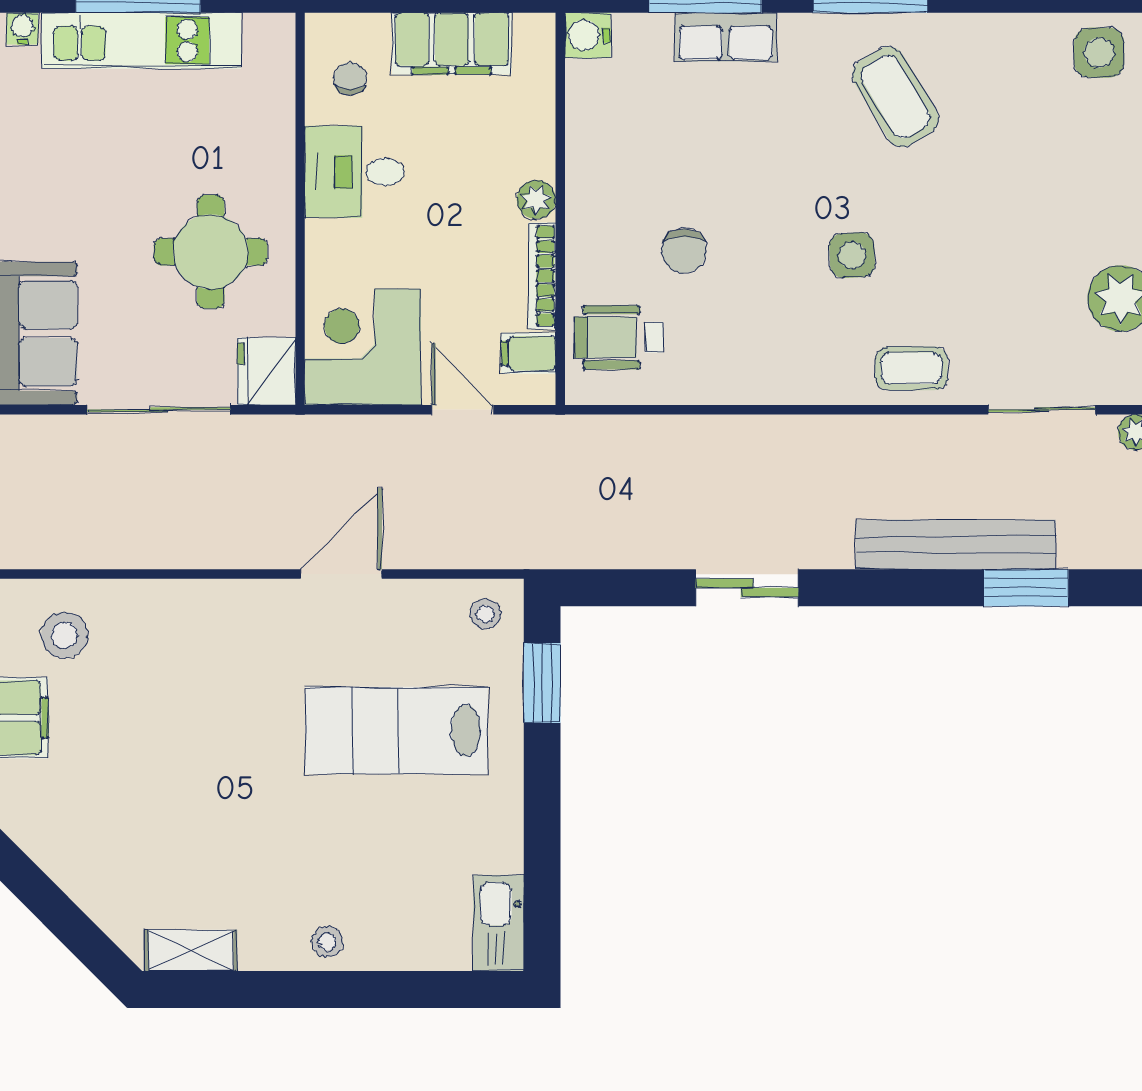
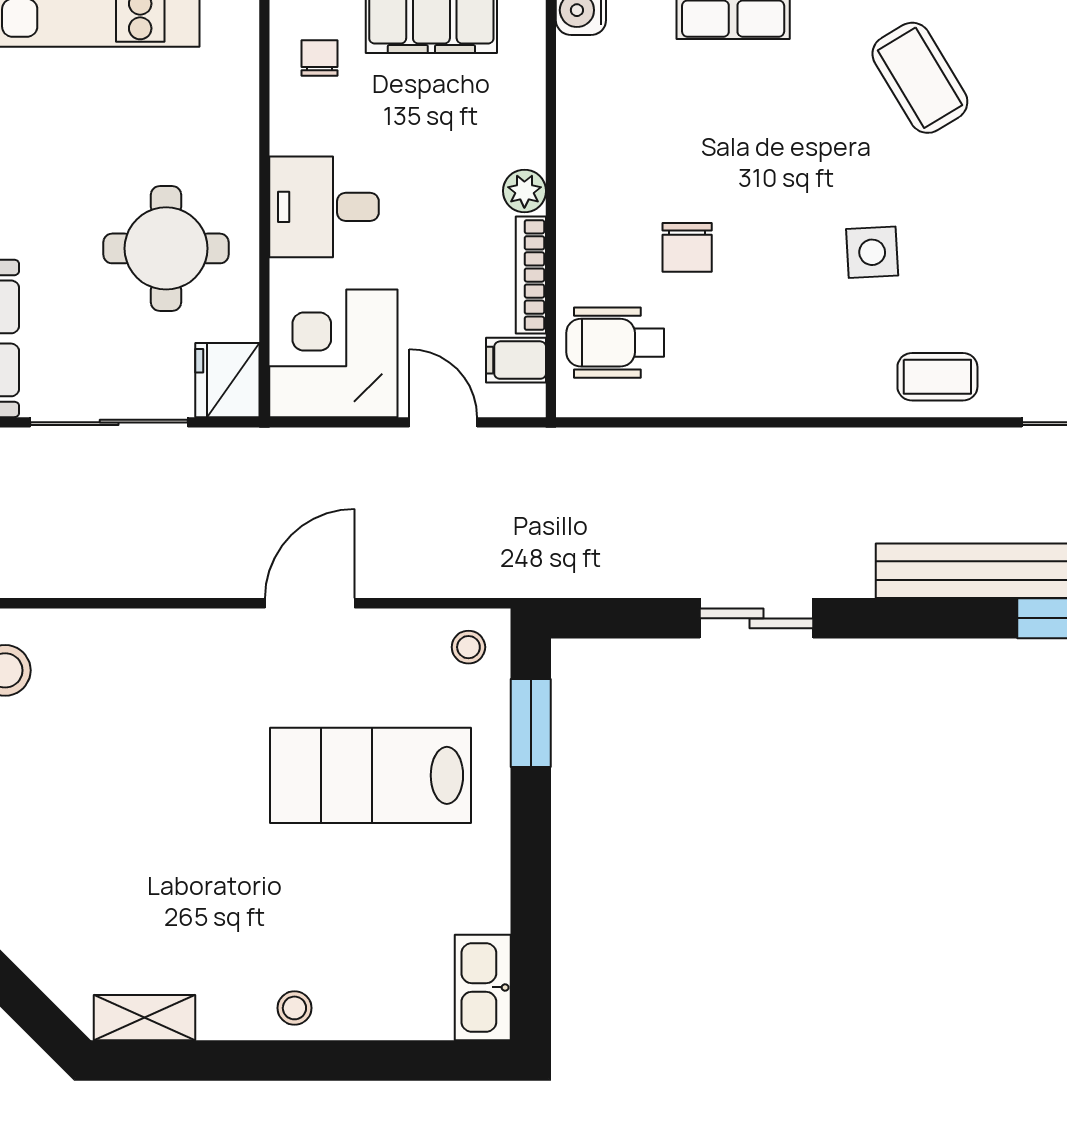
desk: (354, 172) -> (324, 207), moved

